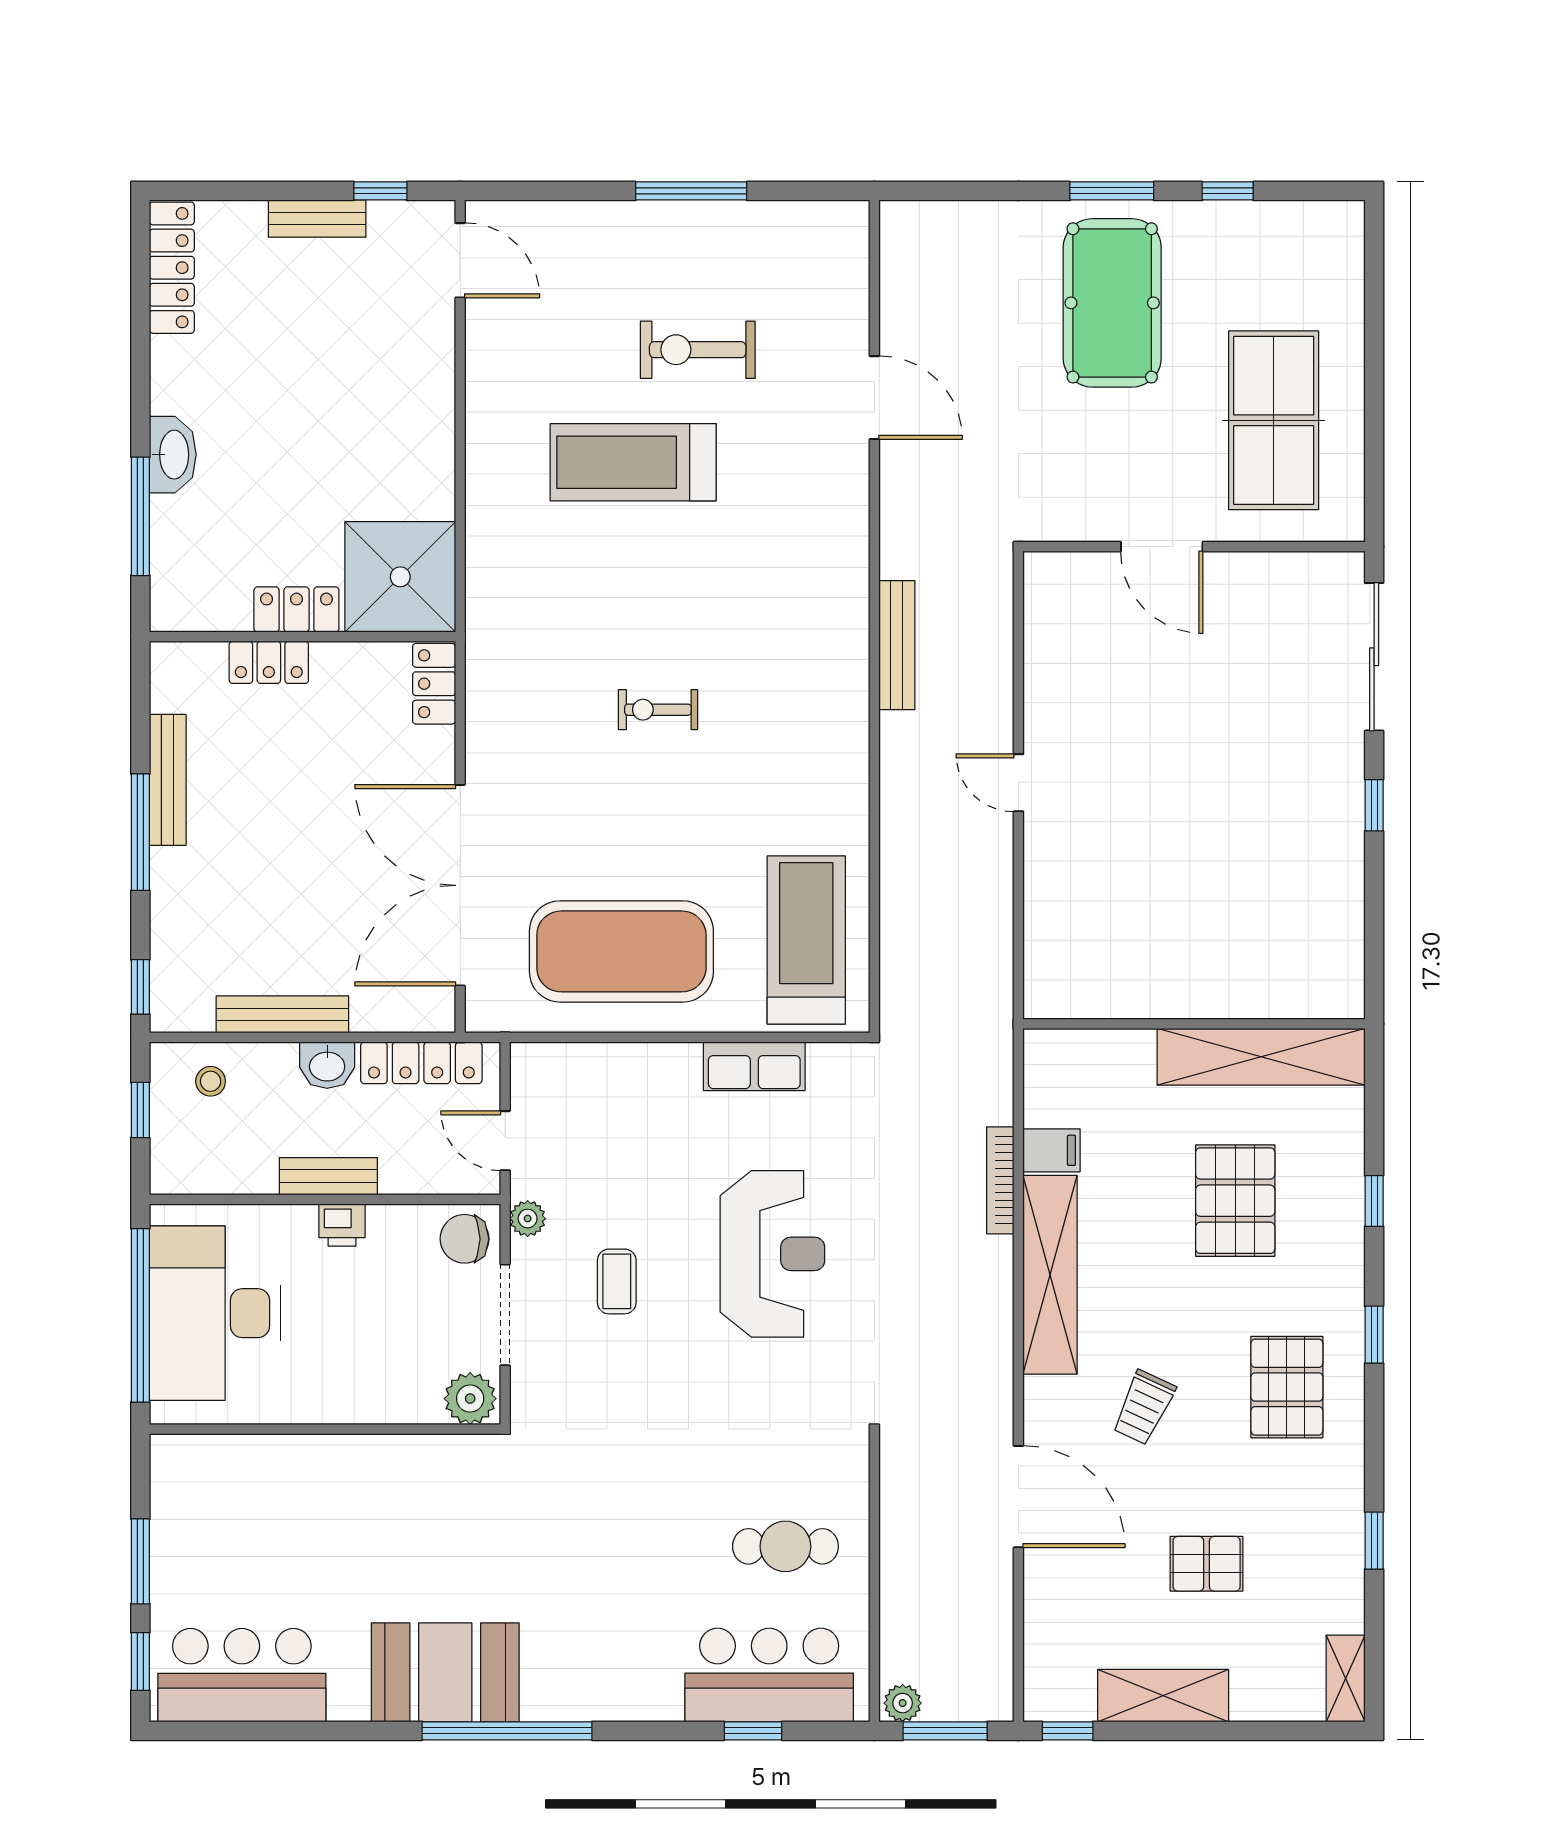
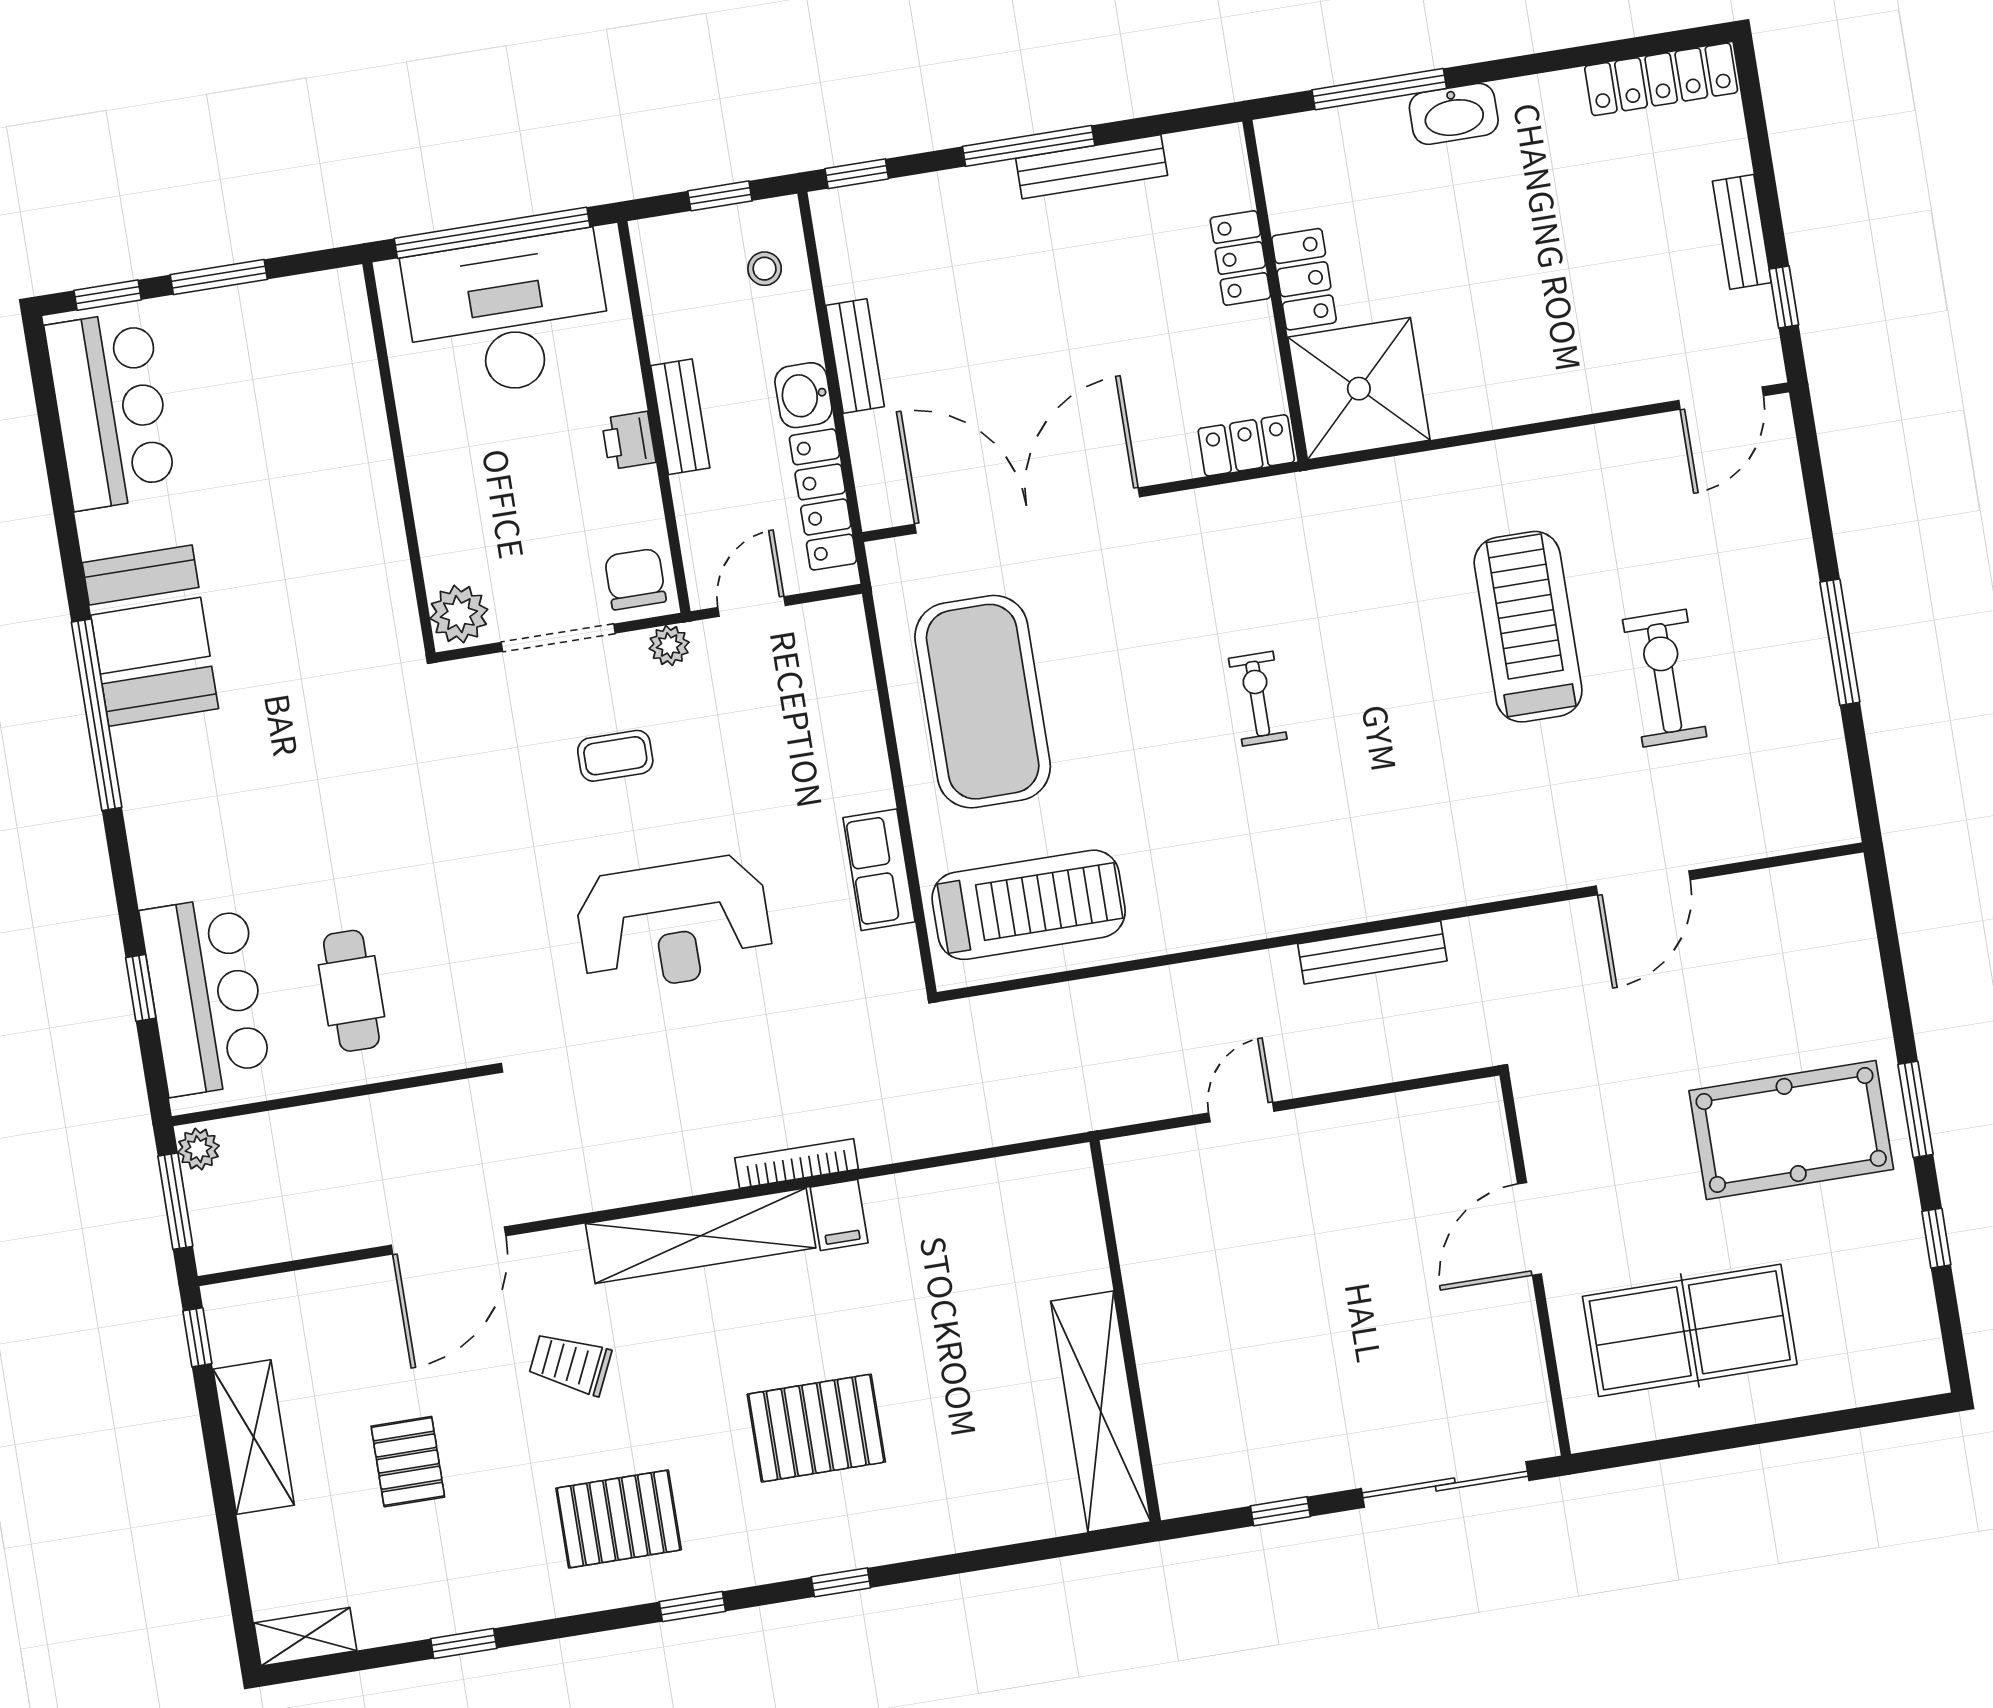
bench: (282, 1014) -> (855, 356), width x0.73
wall: (1194, 1024) -> (1125, 1331), moved
shelving: (1261, 1057) -> (1101, 1411), moved

